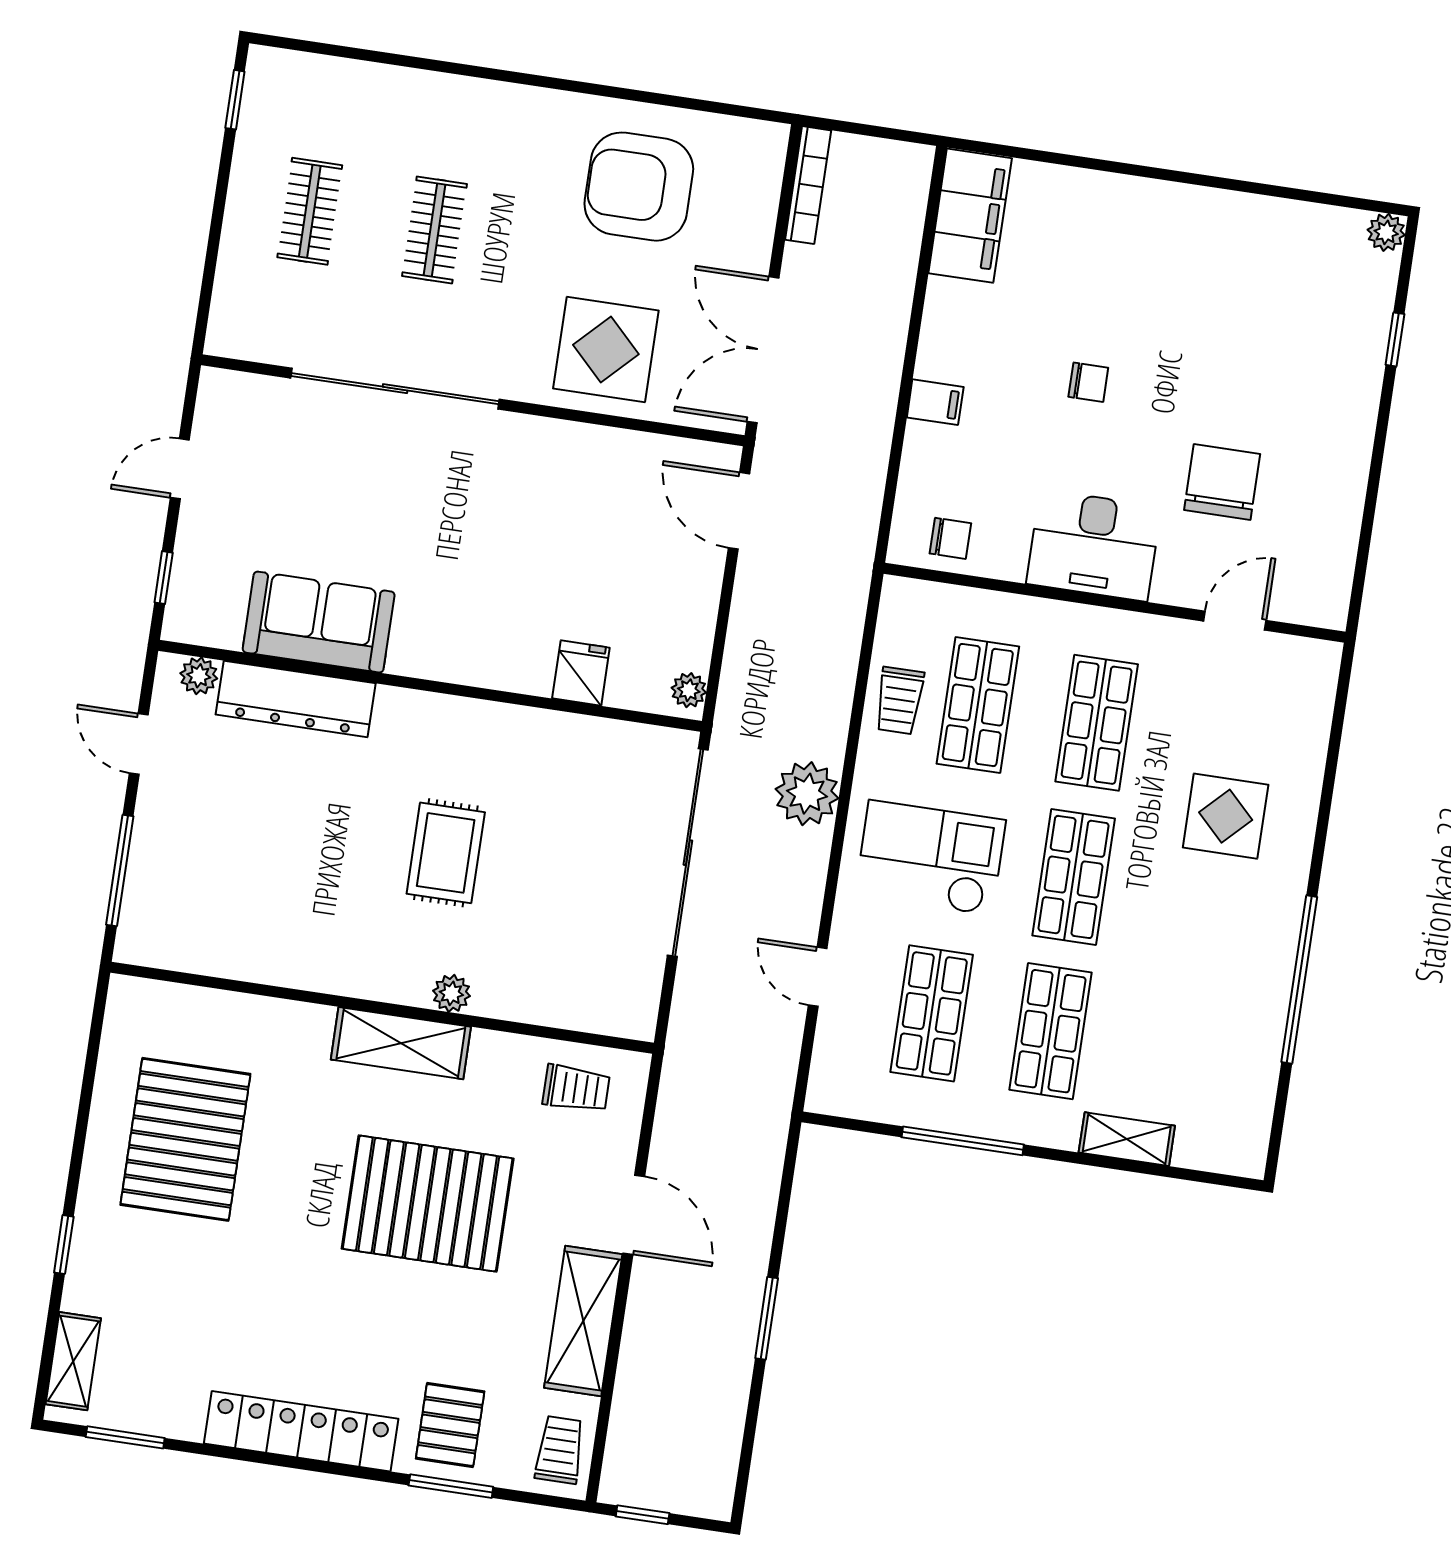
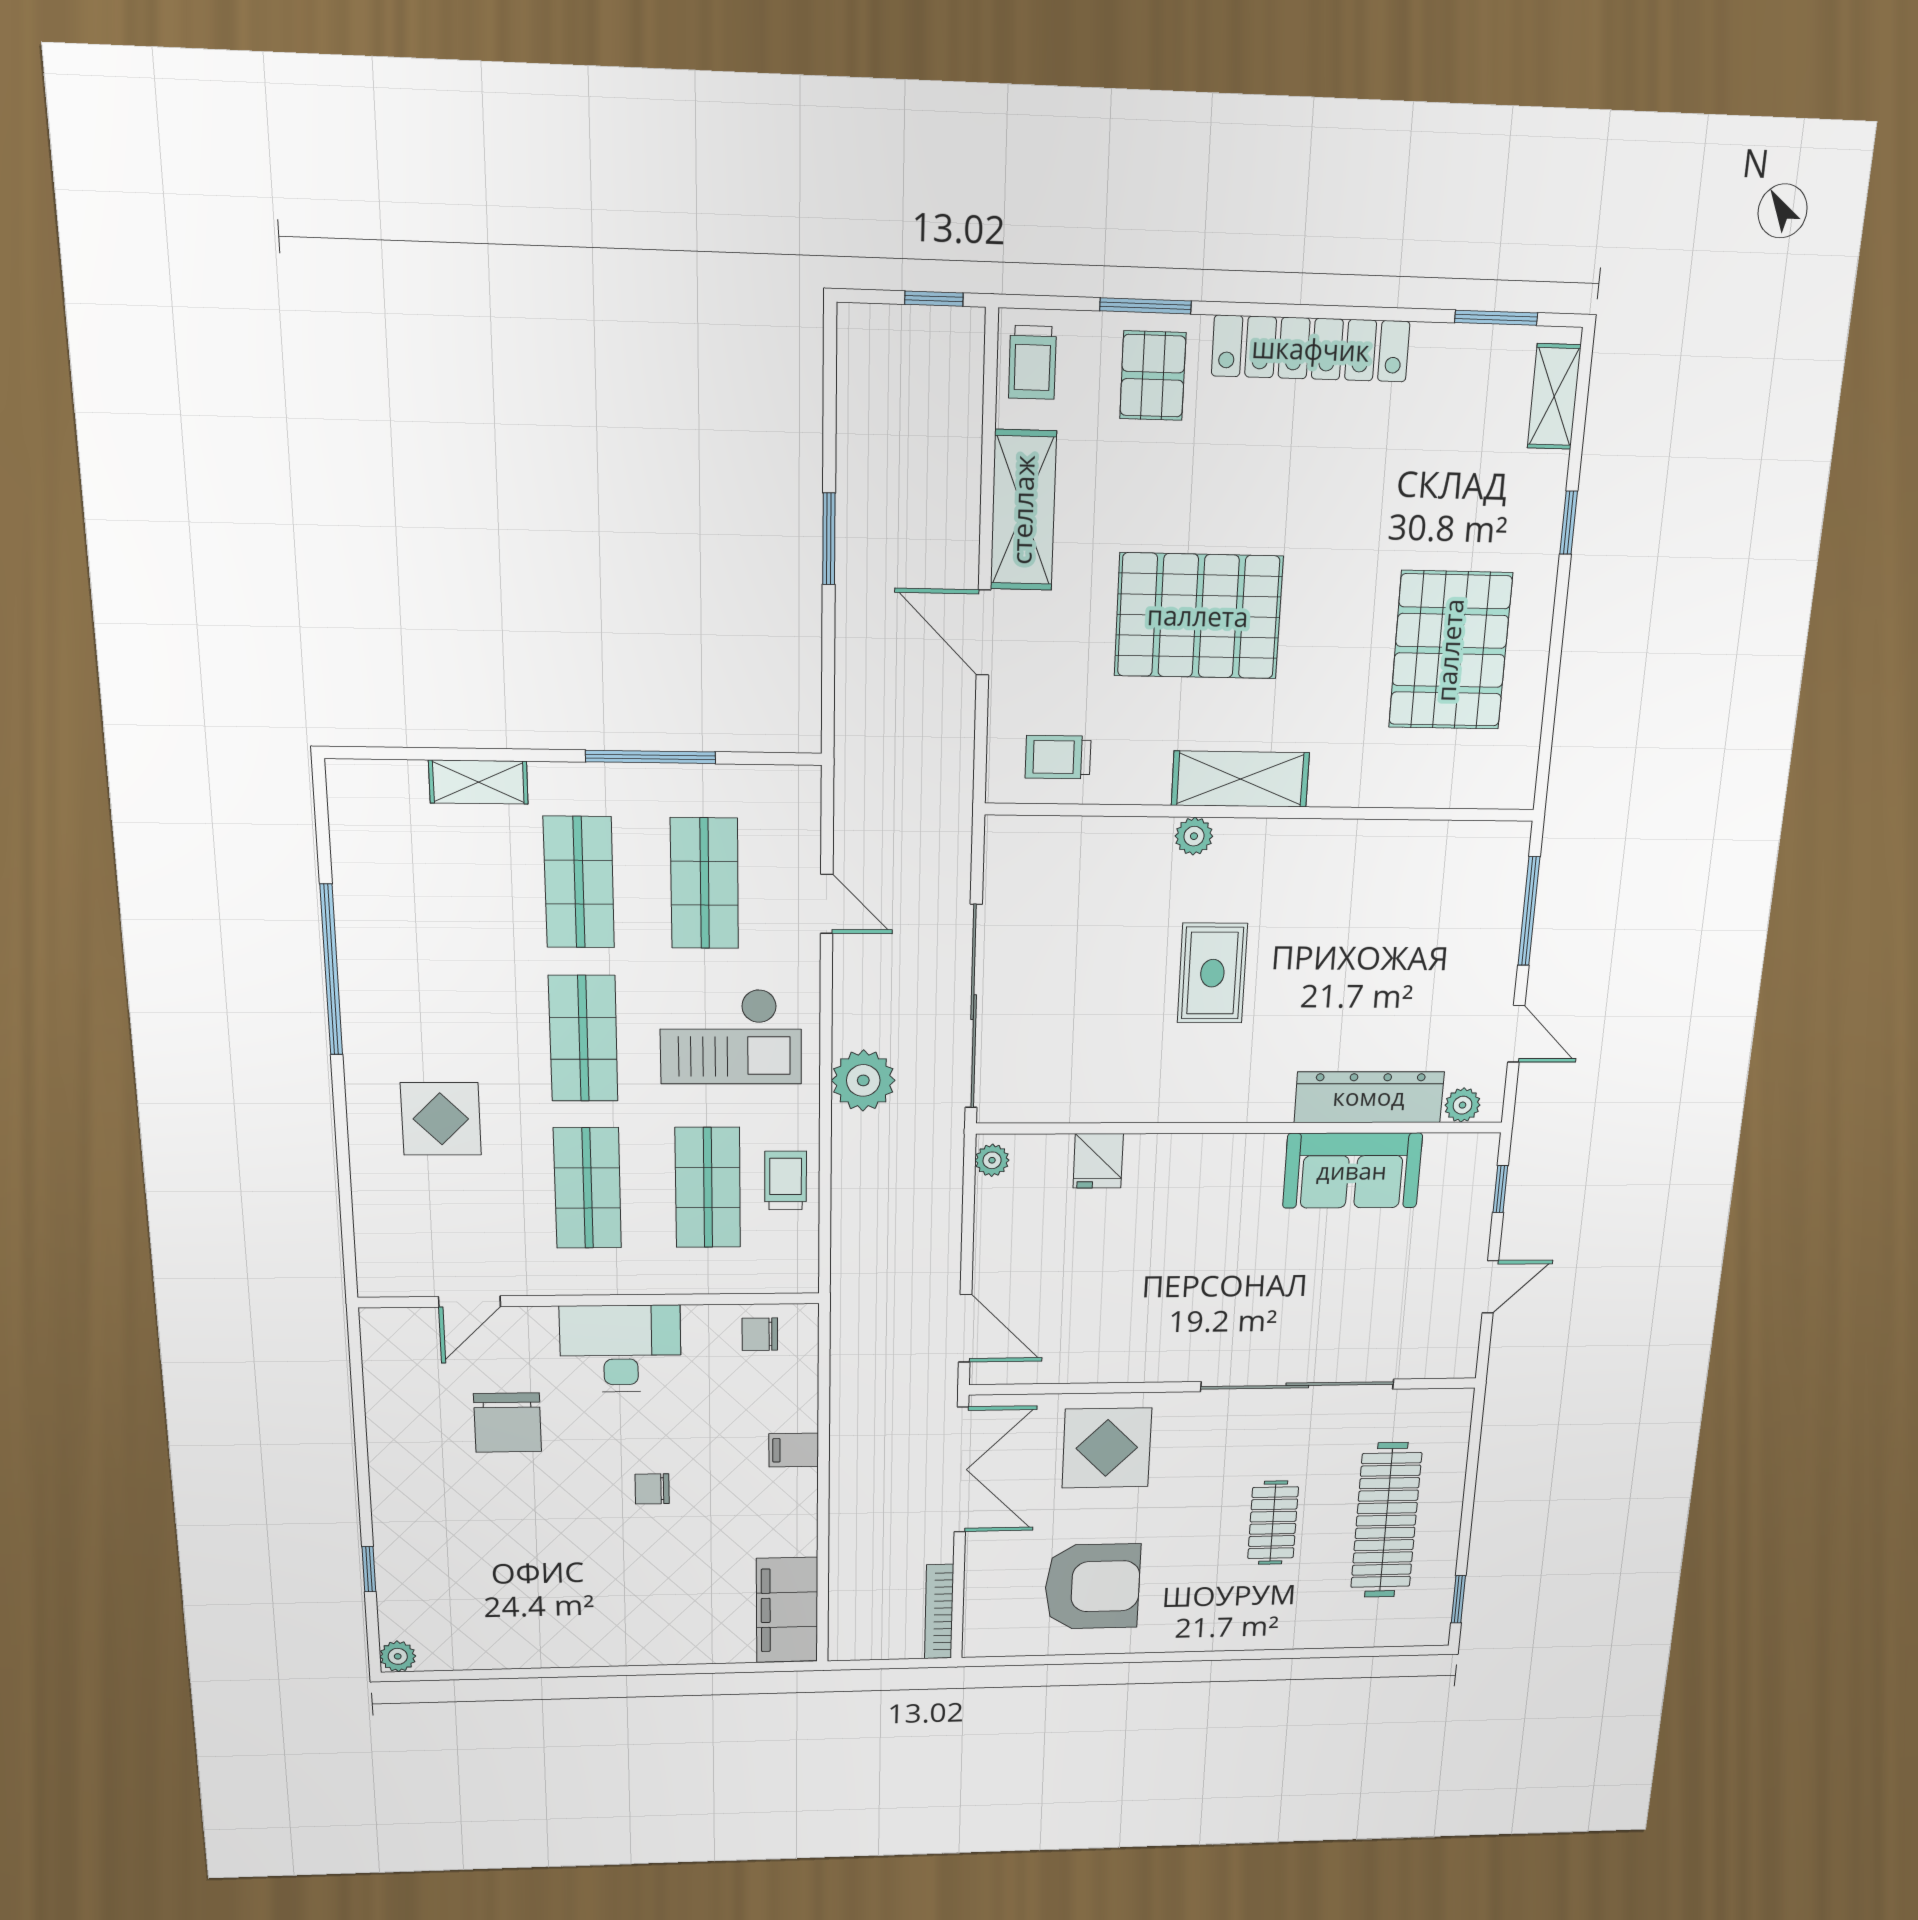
clothes rail: (310, 211) -> (1386, 1521), width x1.86, depth x1.31

